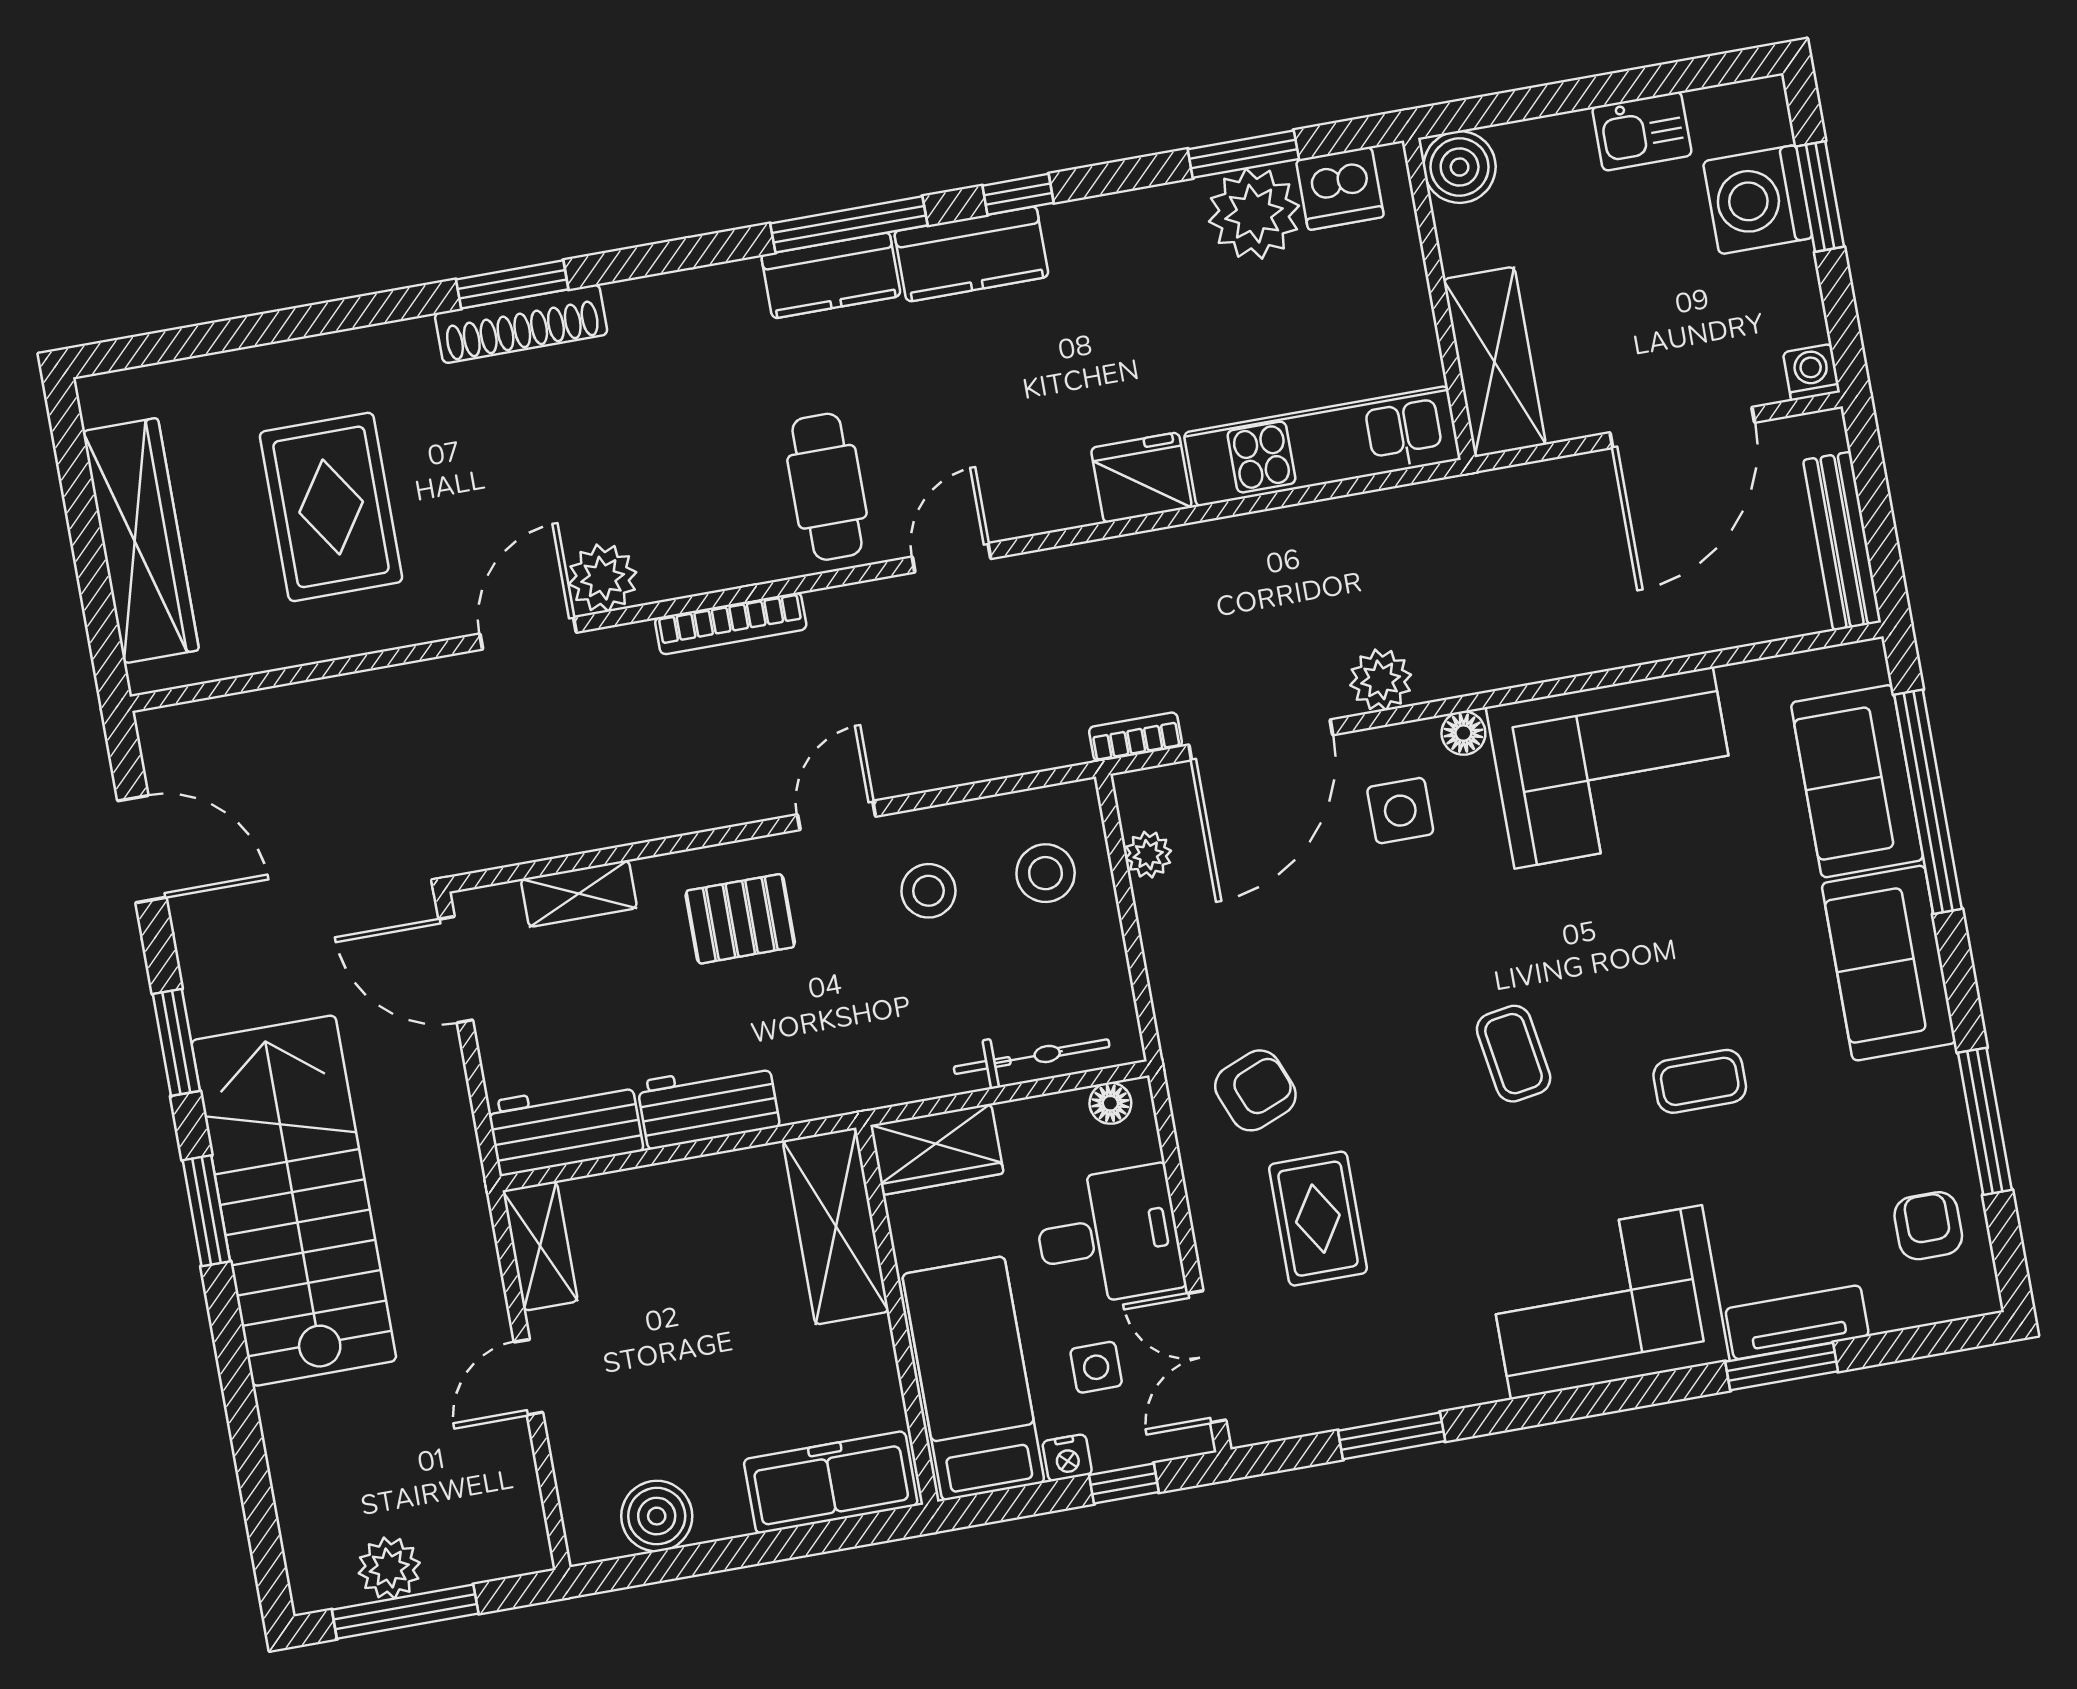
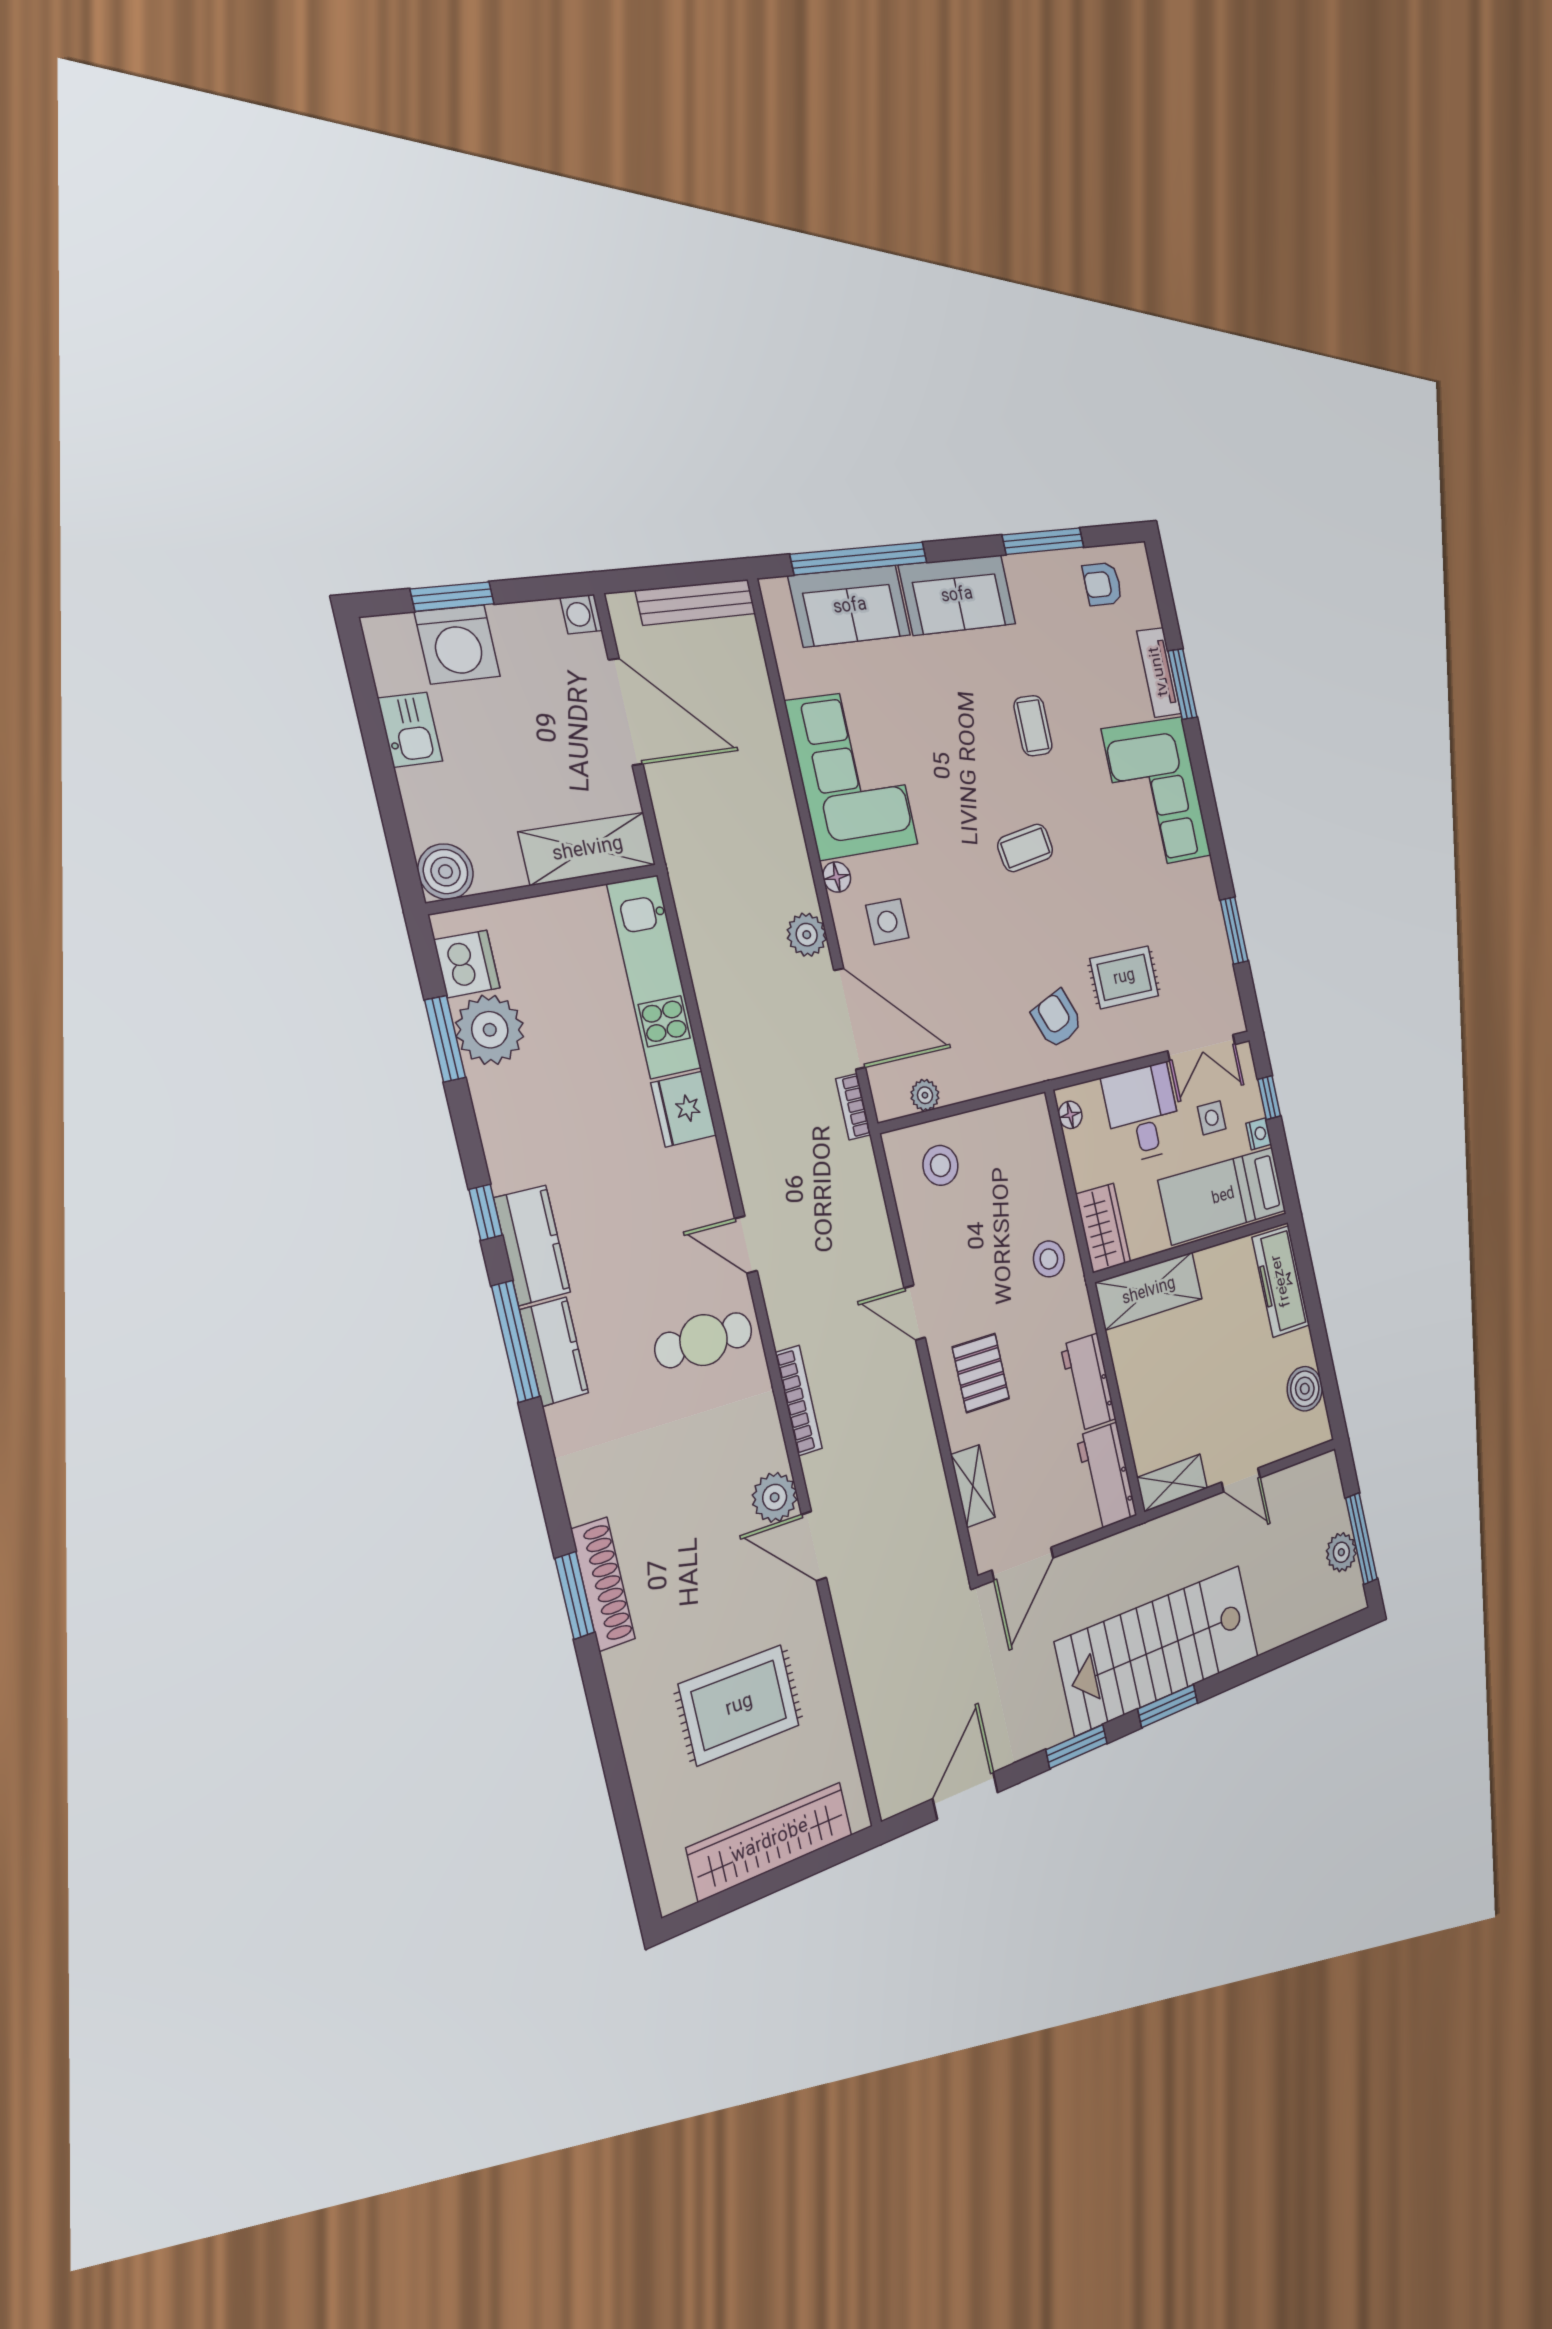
stool: (928, 891) -> (1049, 1259), moved
bicycle: (1032, 1057) -> (1048, 1169), removed

